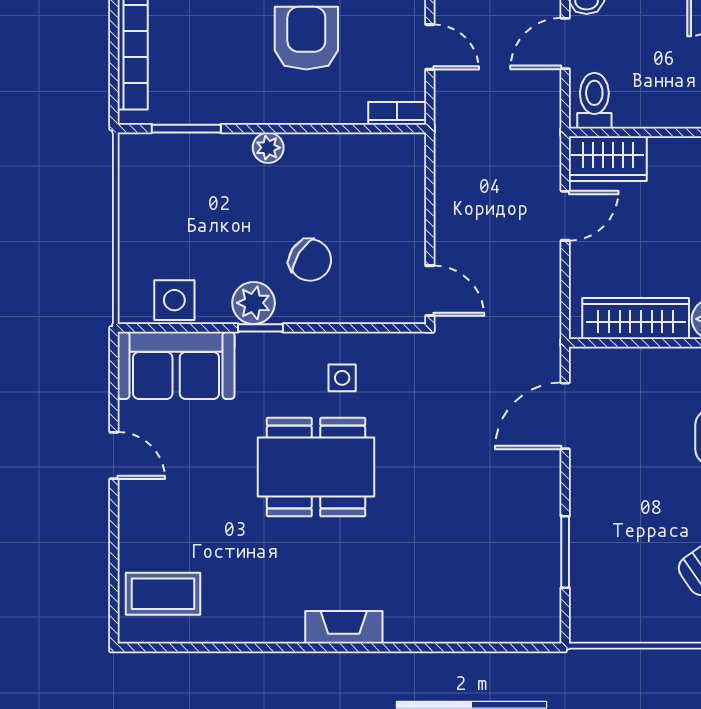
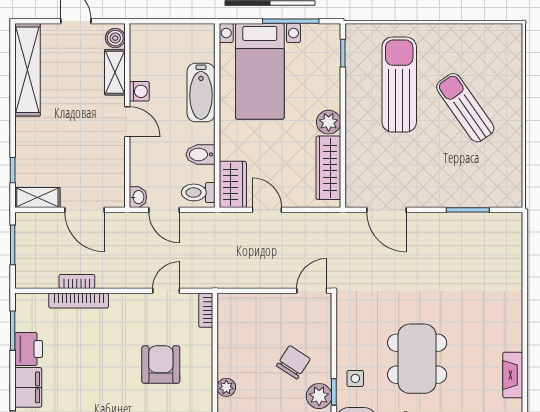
armchair: (306, 38) -> (161, 364), turned 90
bidet: (658, 105) -> (200, 154), added
side table: (342, 378) -> (355, 378), moved
fireplace: (344, 627) -> (513, 375), moved

